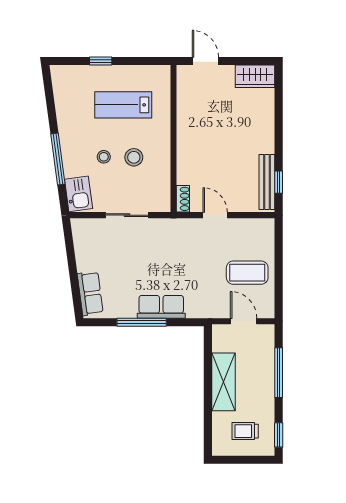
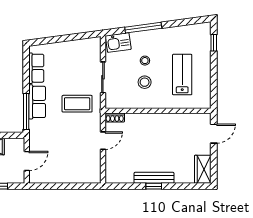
window: (101, 61) -> (214, 43), moved
bench: (267, 182) -> (154, 178), moved
window: (279, 182) -> (154, 186), moved
coffee table: (247, 273) -> (77, 104), moved, turned 90
row of seats: (90, 293) -> (36, 68), moved, turned -82
window: (142, 322) -> (26, 112), moved

